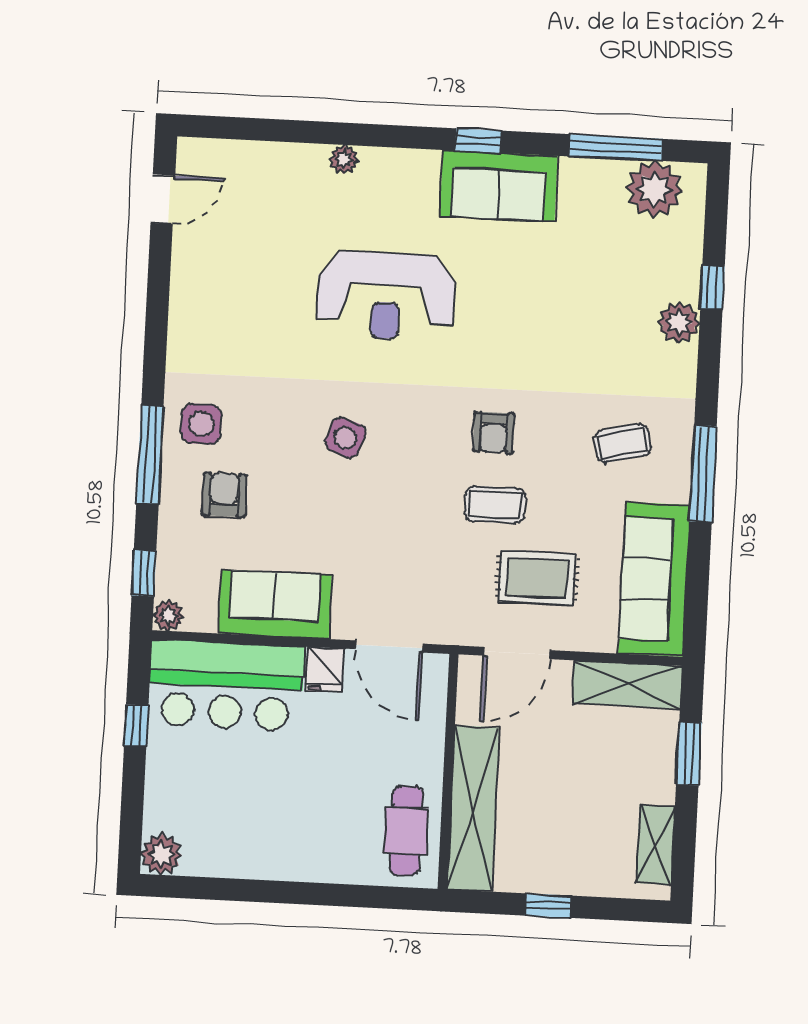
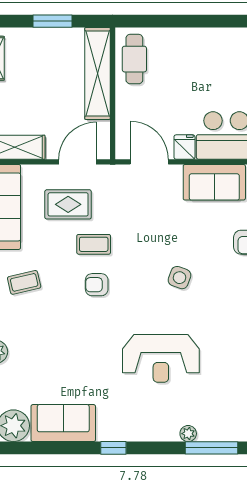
window: (616, 148) -> (211, 448), moved
sofa: (499, 186) -> (63, 423), moved
reception desk: (386, 296) -> (161, 358), turned 180
armchair: (493, 433) -> (97, 285), turned -90
window: (548, 906) -> (52, 21), width x1.50

